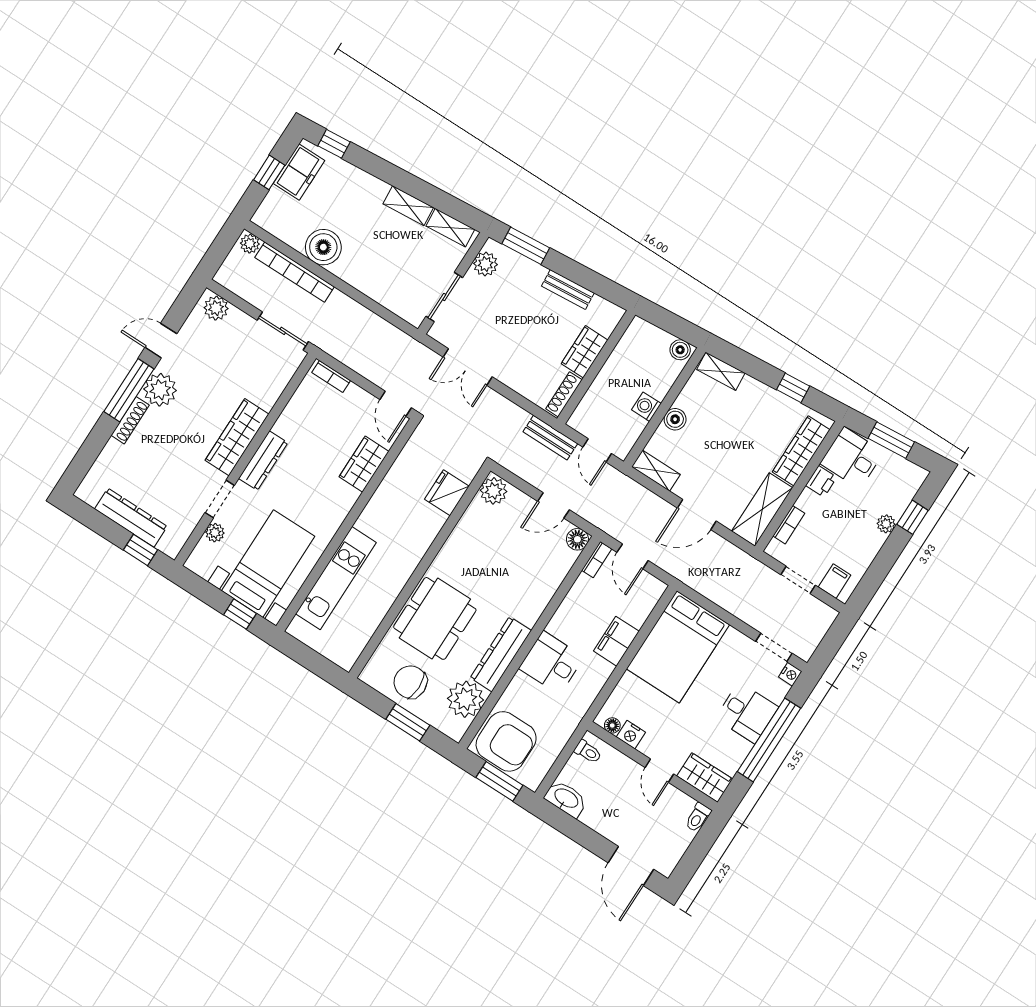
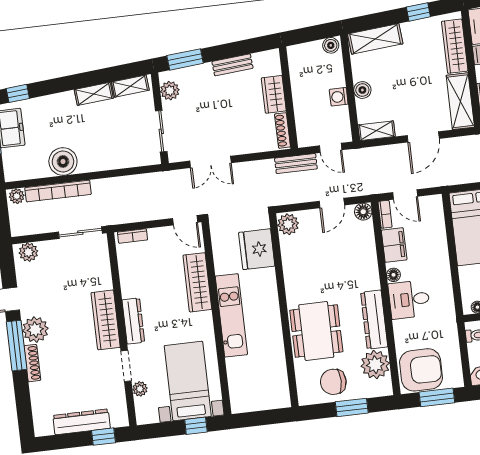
shelving: (721, 371) -> (375, 39), width x1.50, depth x1.33
wardrobe: (364, 464) -> (197, 282), width x1.50
fridge: (447, 493) -> (257, 249), width x1.36, depth x1.34
kitchen unit: (336, 578) -> (231, 315), moved
floor lamp: (556, 626) -> (393, 275), added
filing cabinet: (616, 641) -> (394, 245), moved, turned 180

